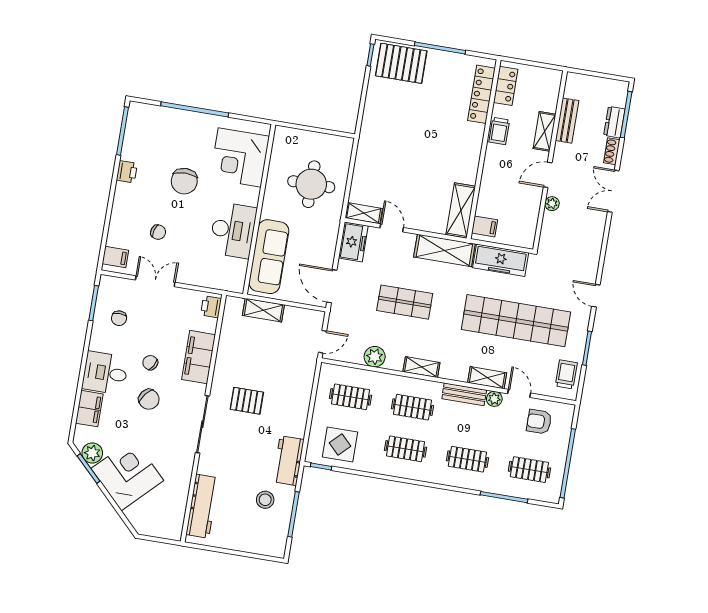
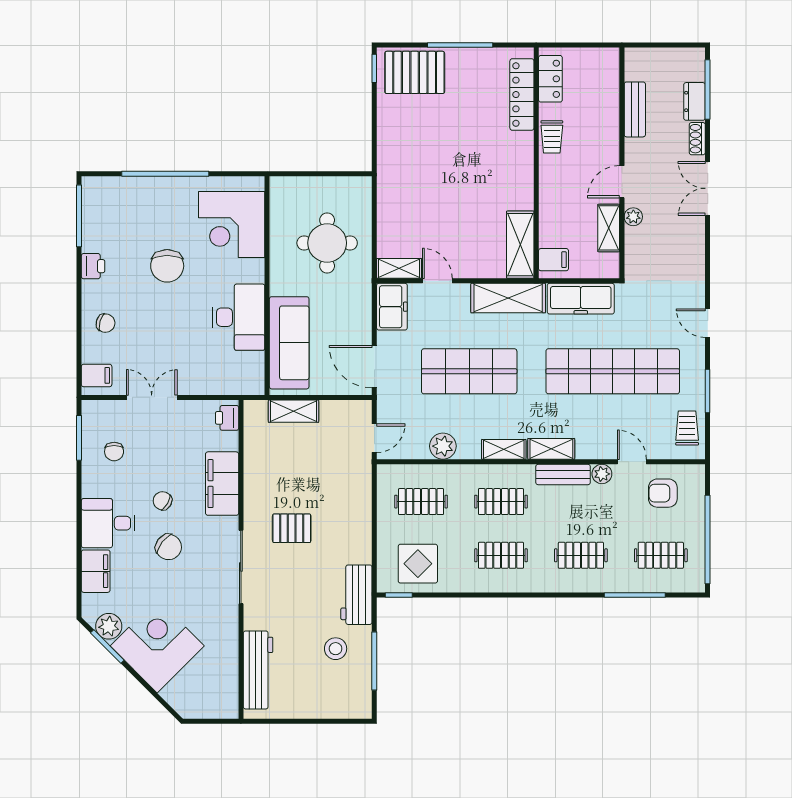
shelving: (545, 131) -> (609, 228), moved
chair: (158, 232) -> (106, 323), moved
shop shelf: (405, 302) -> (469, 371), width x1.43, depth x1.36
shelving: (487, 378) -> (551, 449), moved

